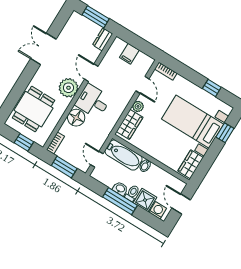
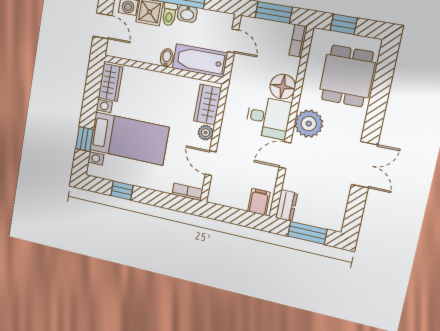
filing cabinet: (129, 54) -> (259, 202), moved
door: (91, 73) -> (285, 155), swing flipped

